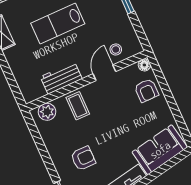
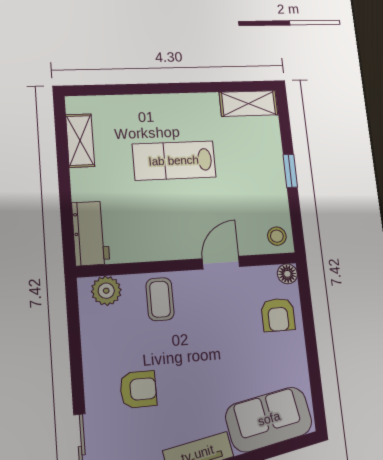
stool: (116, 49) -> (277, 236), moved
workbench: (61, 78) -> (91, 233), moved, turned 90

